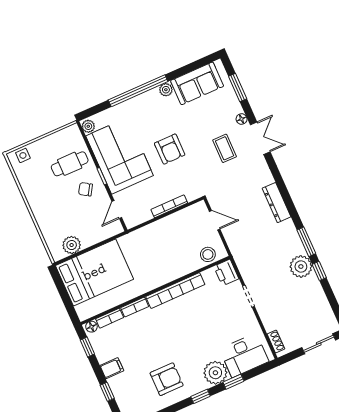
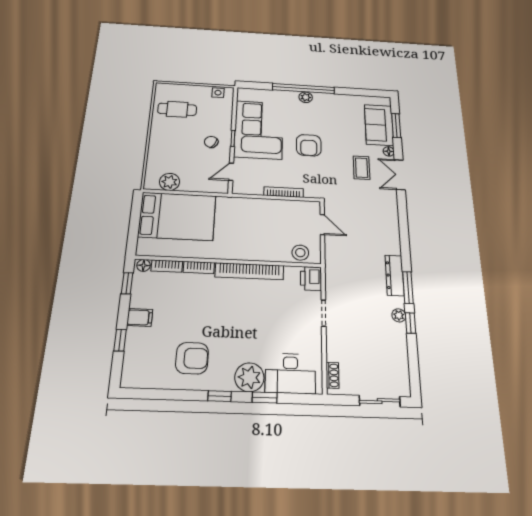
sofa: (197, 83) -> (379, 125), moved, turned 90
plant: (166, 90) -> (306, 97), moved
plant: (88, 126) -> (243, 95), removed
double door: (260, 138) -> (400, 175), swing flipped
side table: (23, 155) -> (218, 93), moved
cafe table: (70, 164) -> (177, 109), moved
dresser: (276, 203) -> (395, 275), moved
plant: (301, 266) -> (399, 315), width x0.53, depth x0.53

